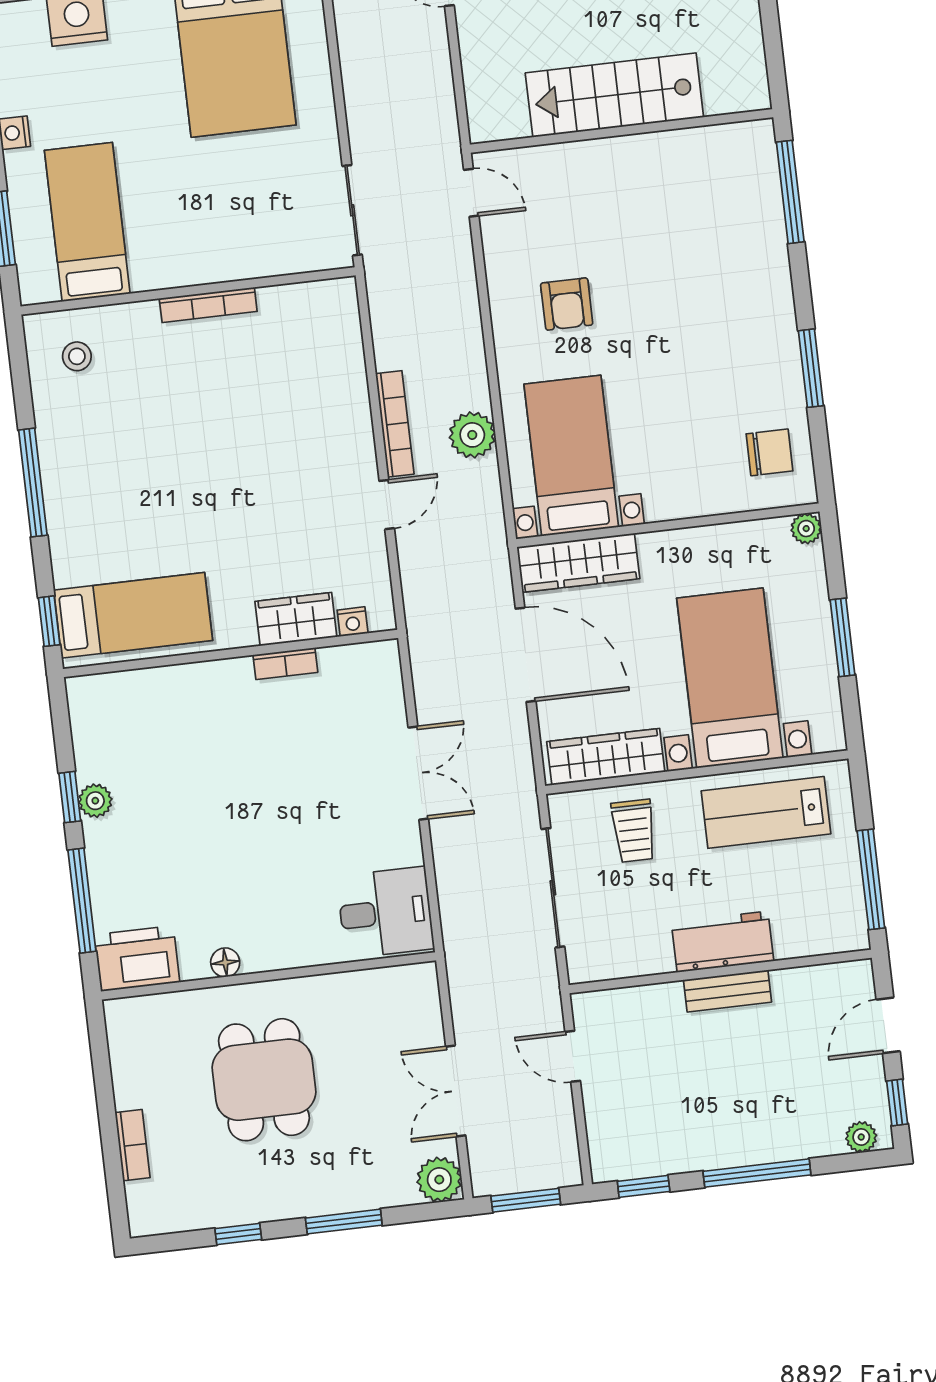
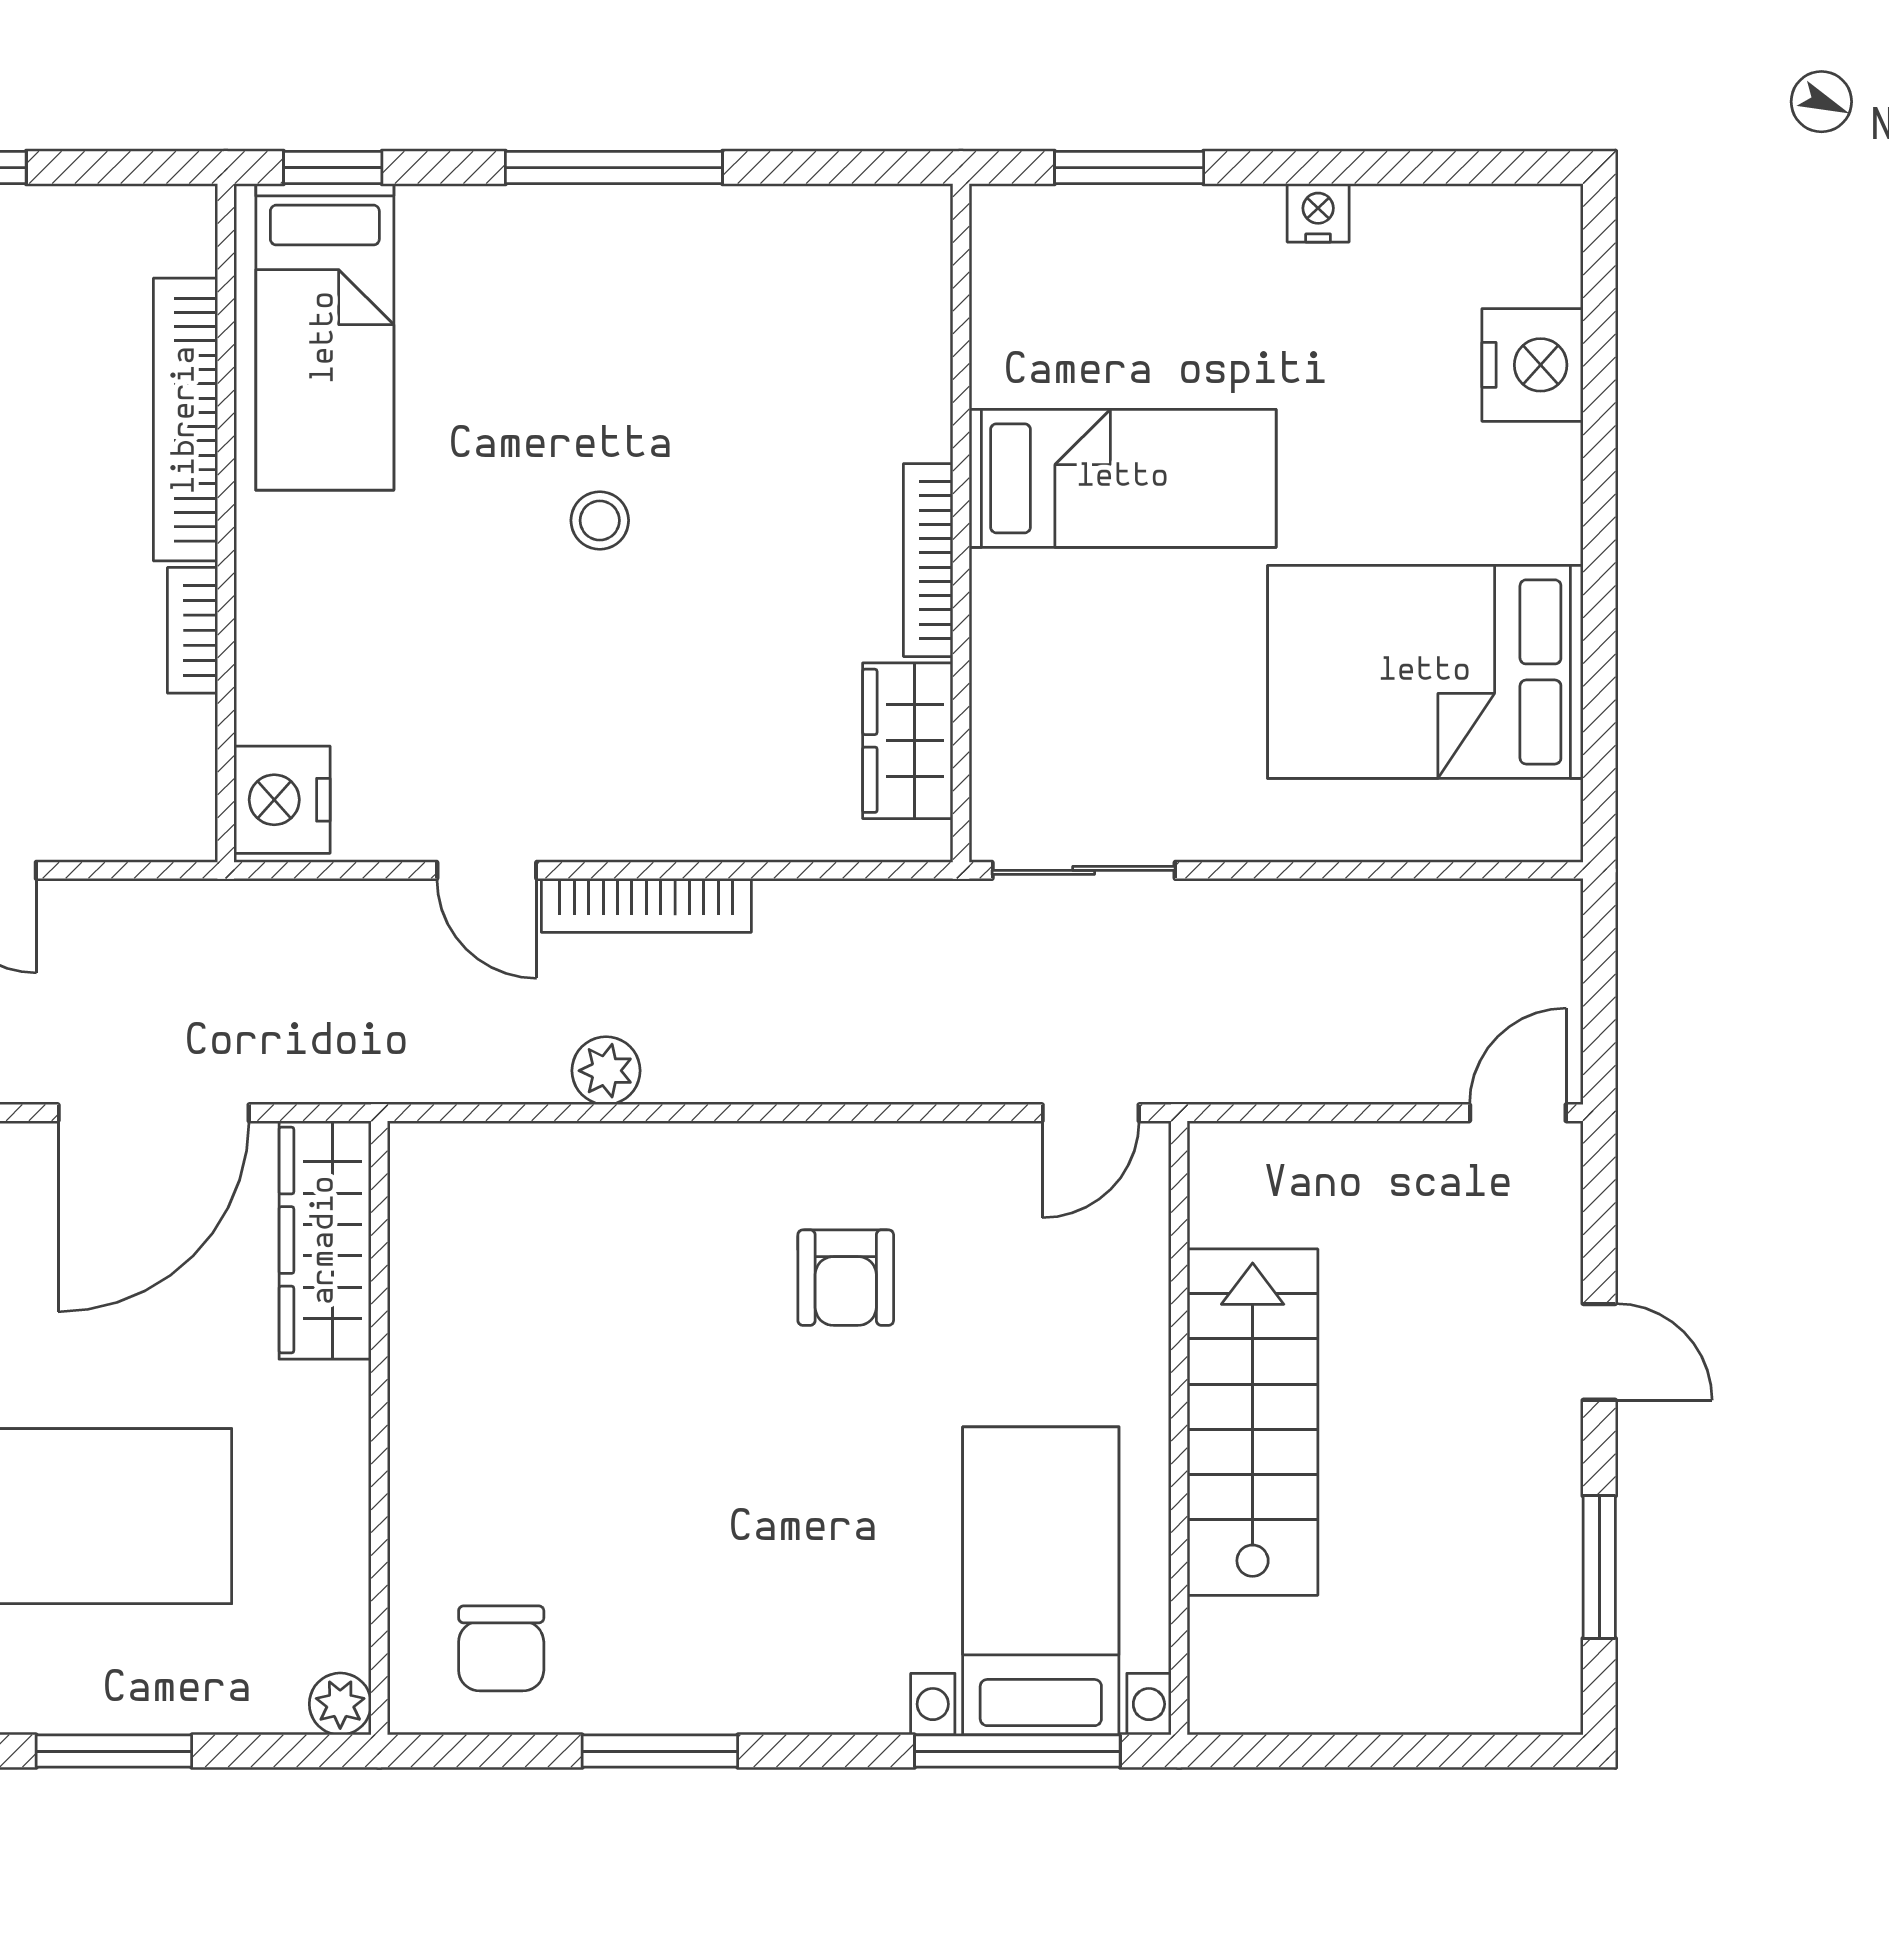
bed: (87, 222) -> (1123, 478), moved
armchair: (567, 304) -> (846, 1278), turned -90
stool: (77, 356) -> (600, 520), moved
plant: (472, 435) -> (606, 1071), width x0.73, depth x0.73
bed with nightstands: (571, 456) -> (1041, 1581), moved, turned -90
wardrobe: (296, 619) -> (908, 741), moved, turned 180
nightstand: (353, 622) -> (282, 800), width x1.89, depth x1.79
bookcase: (182, 679) -> (186, 420), added

